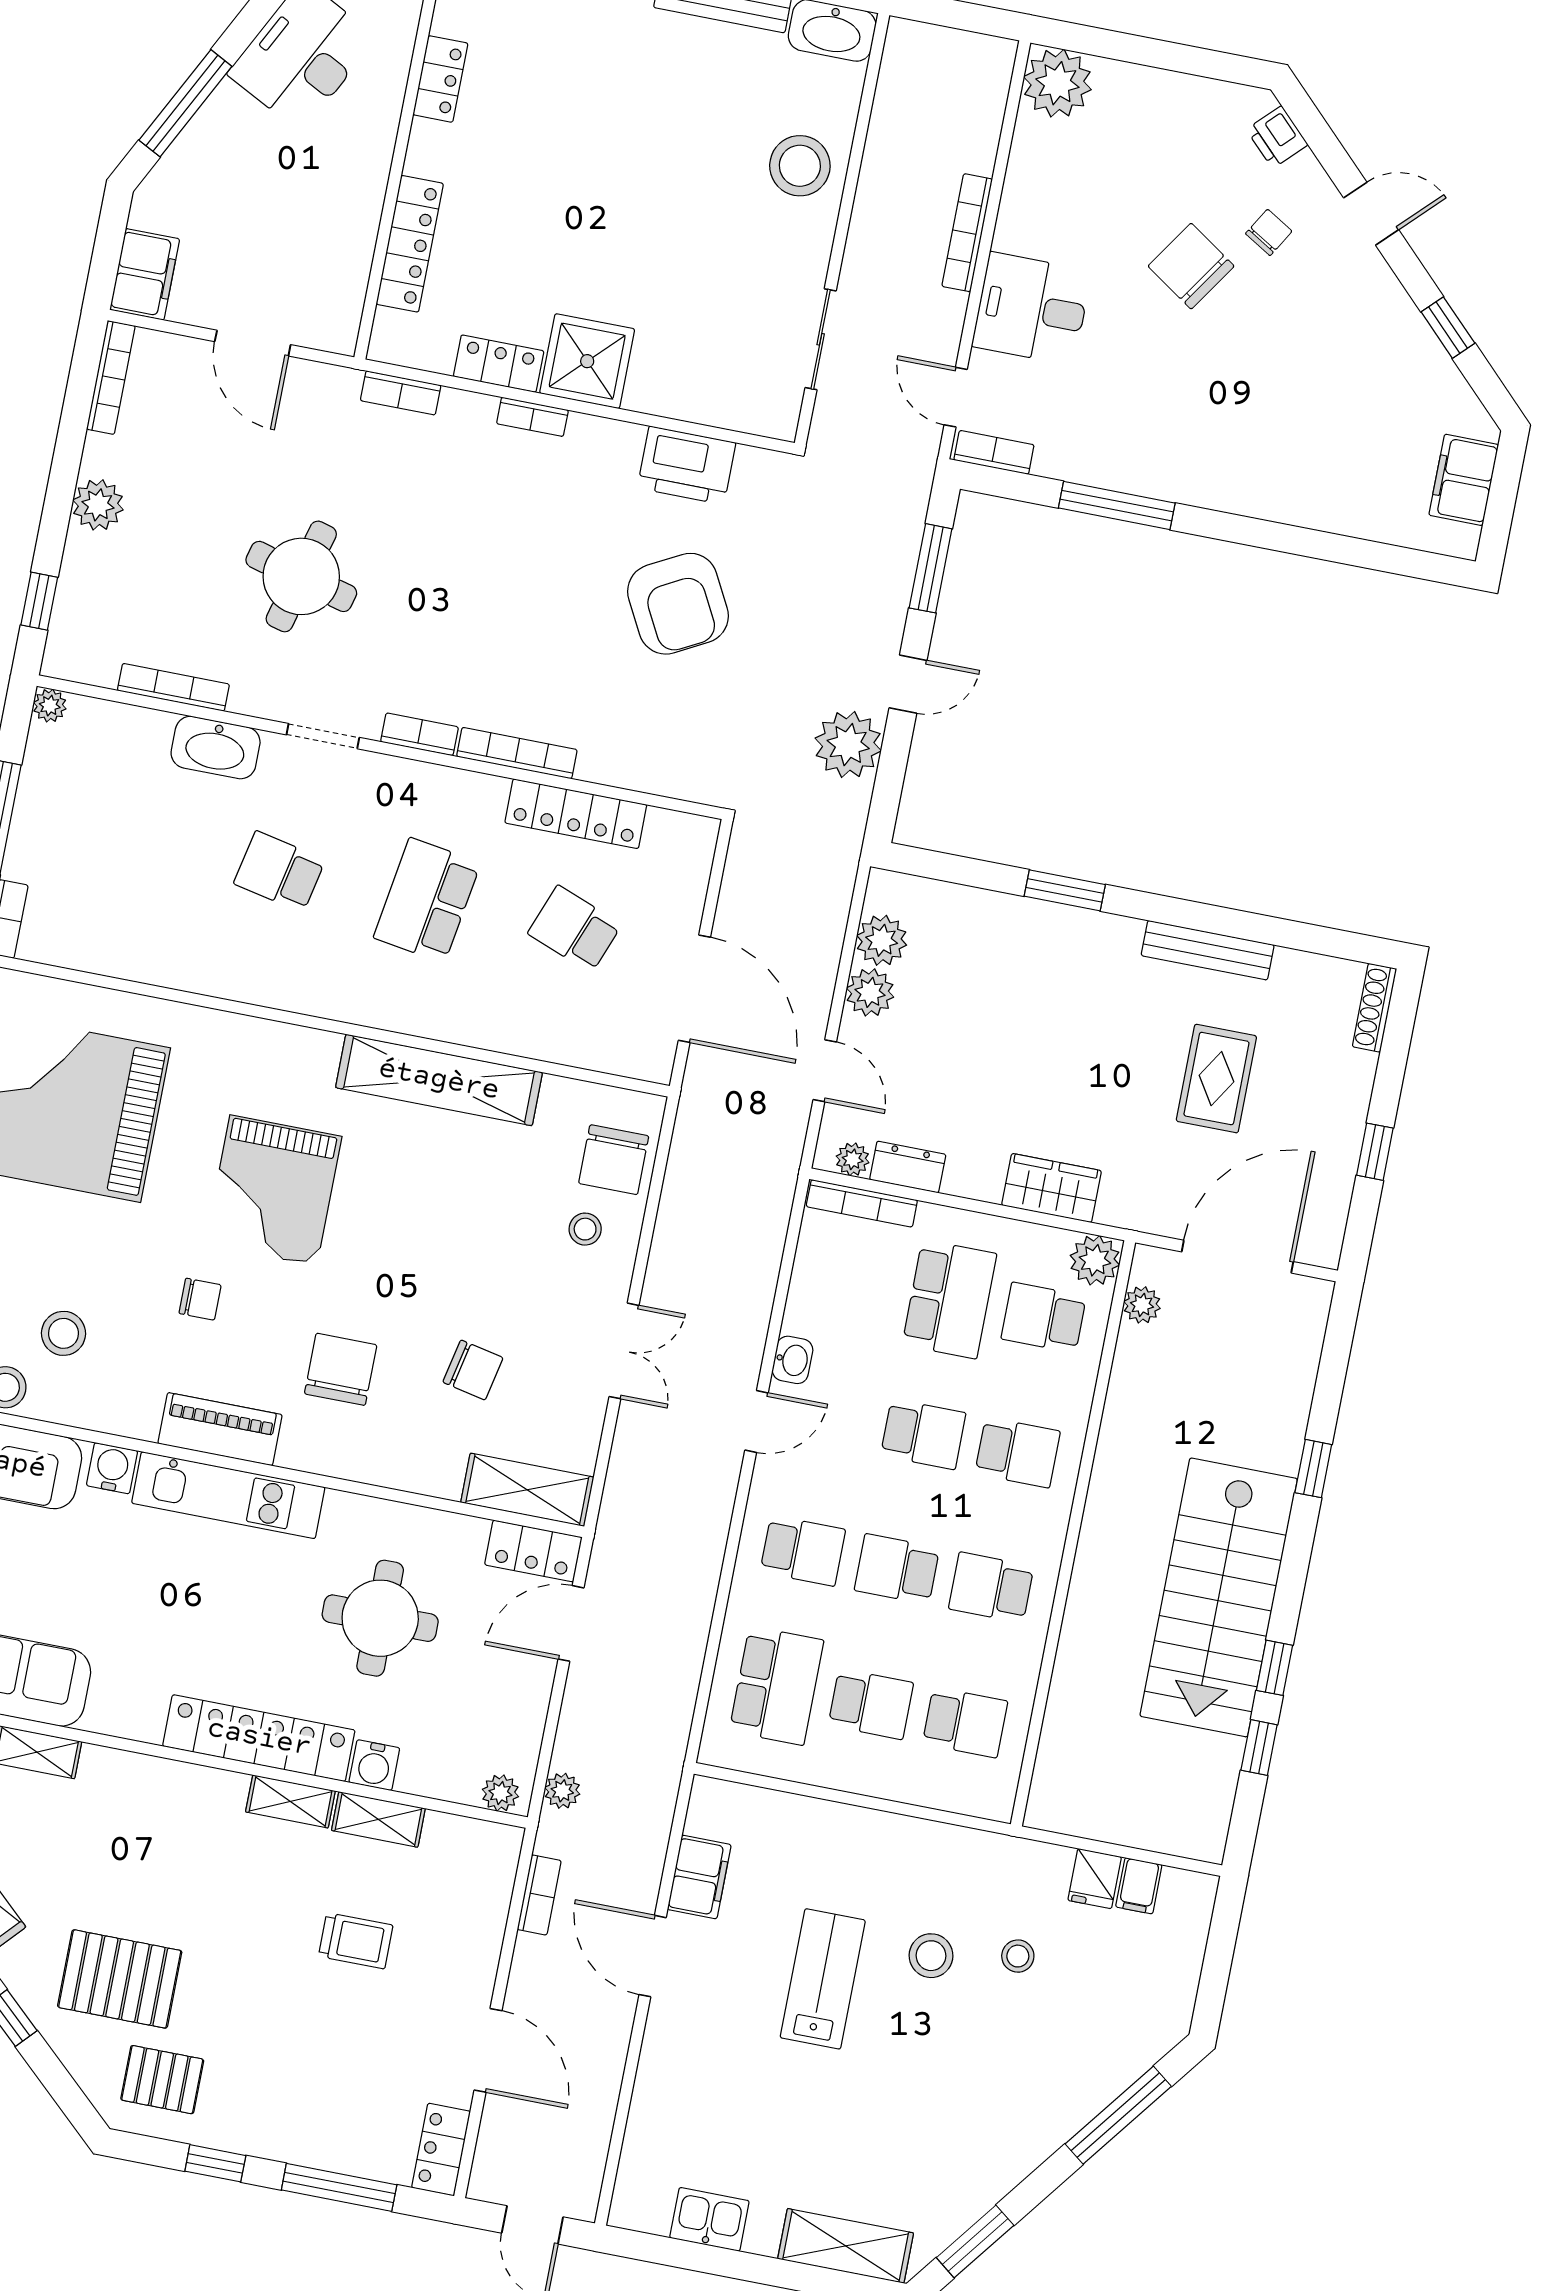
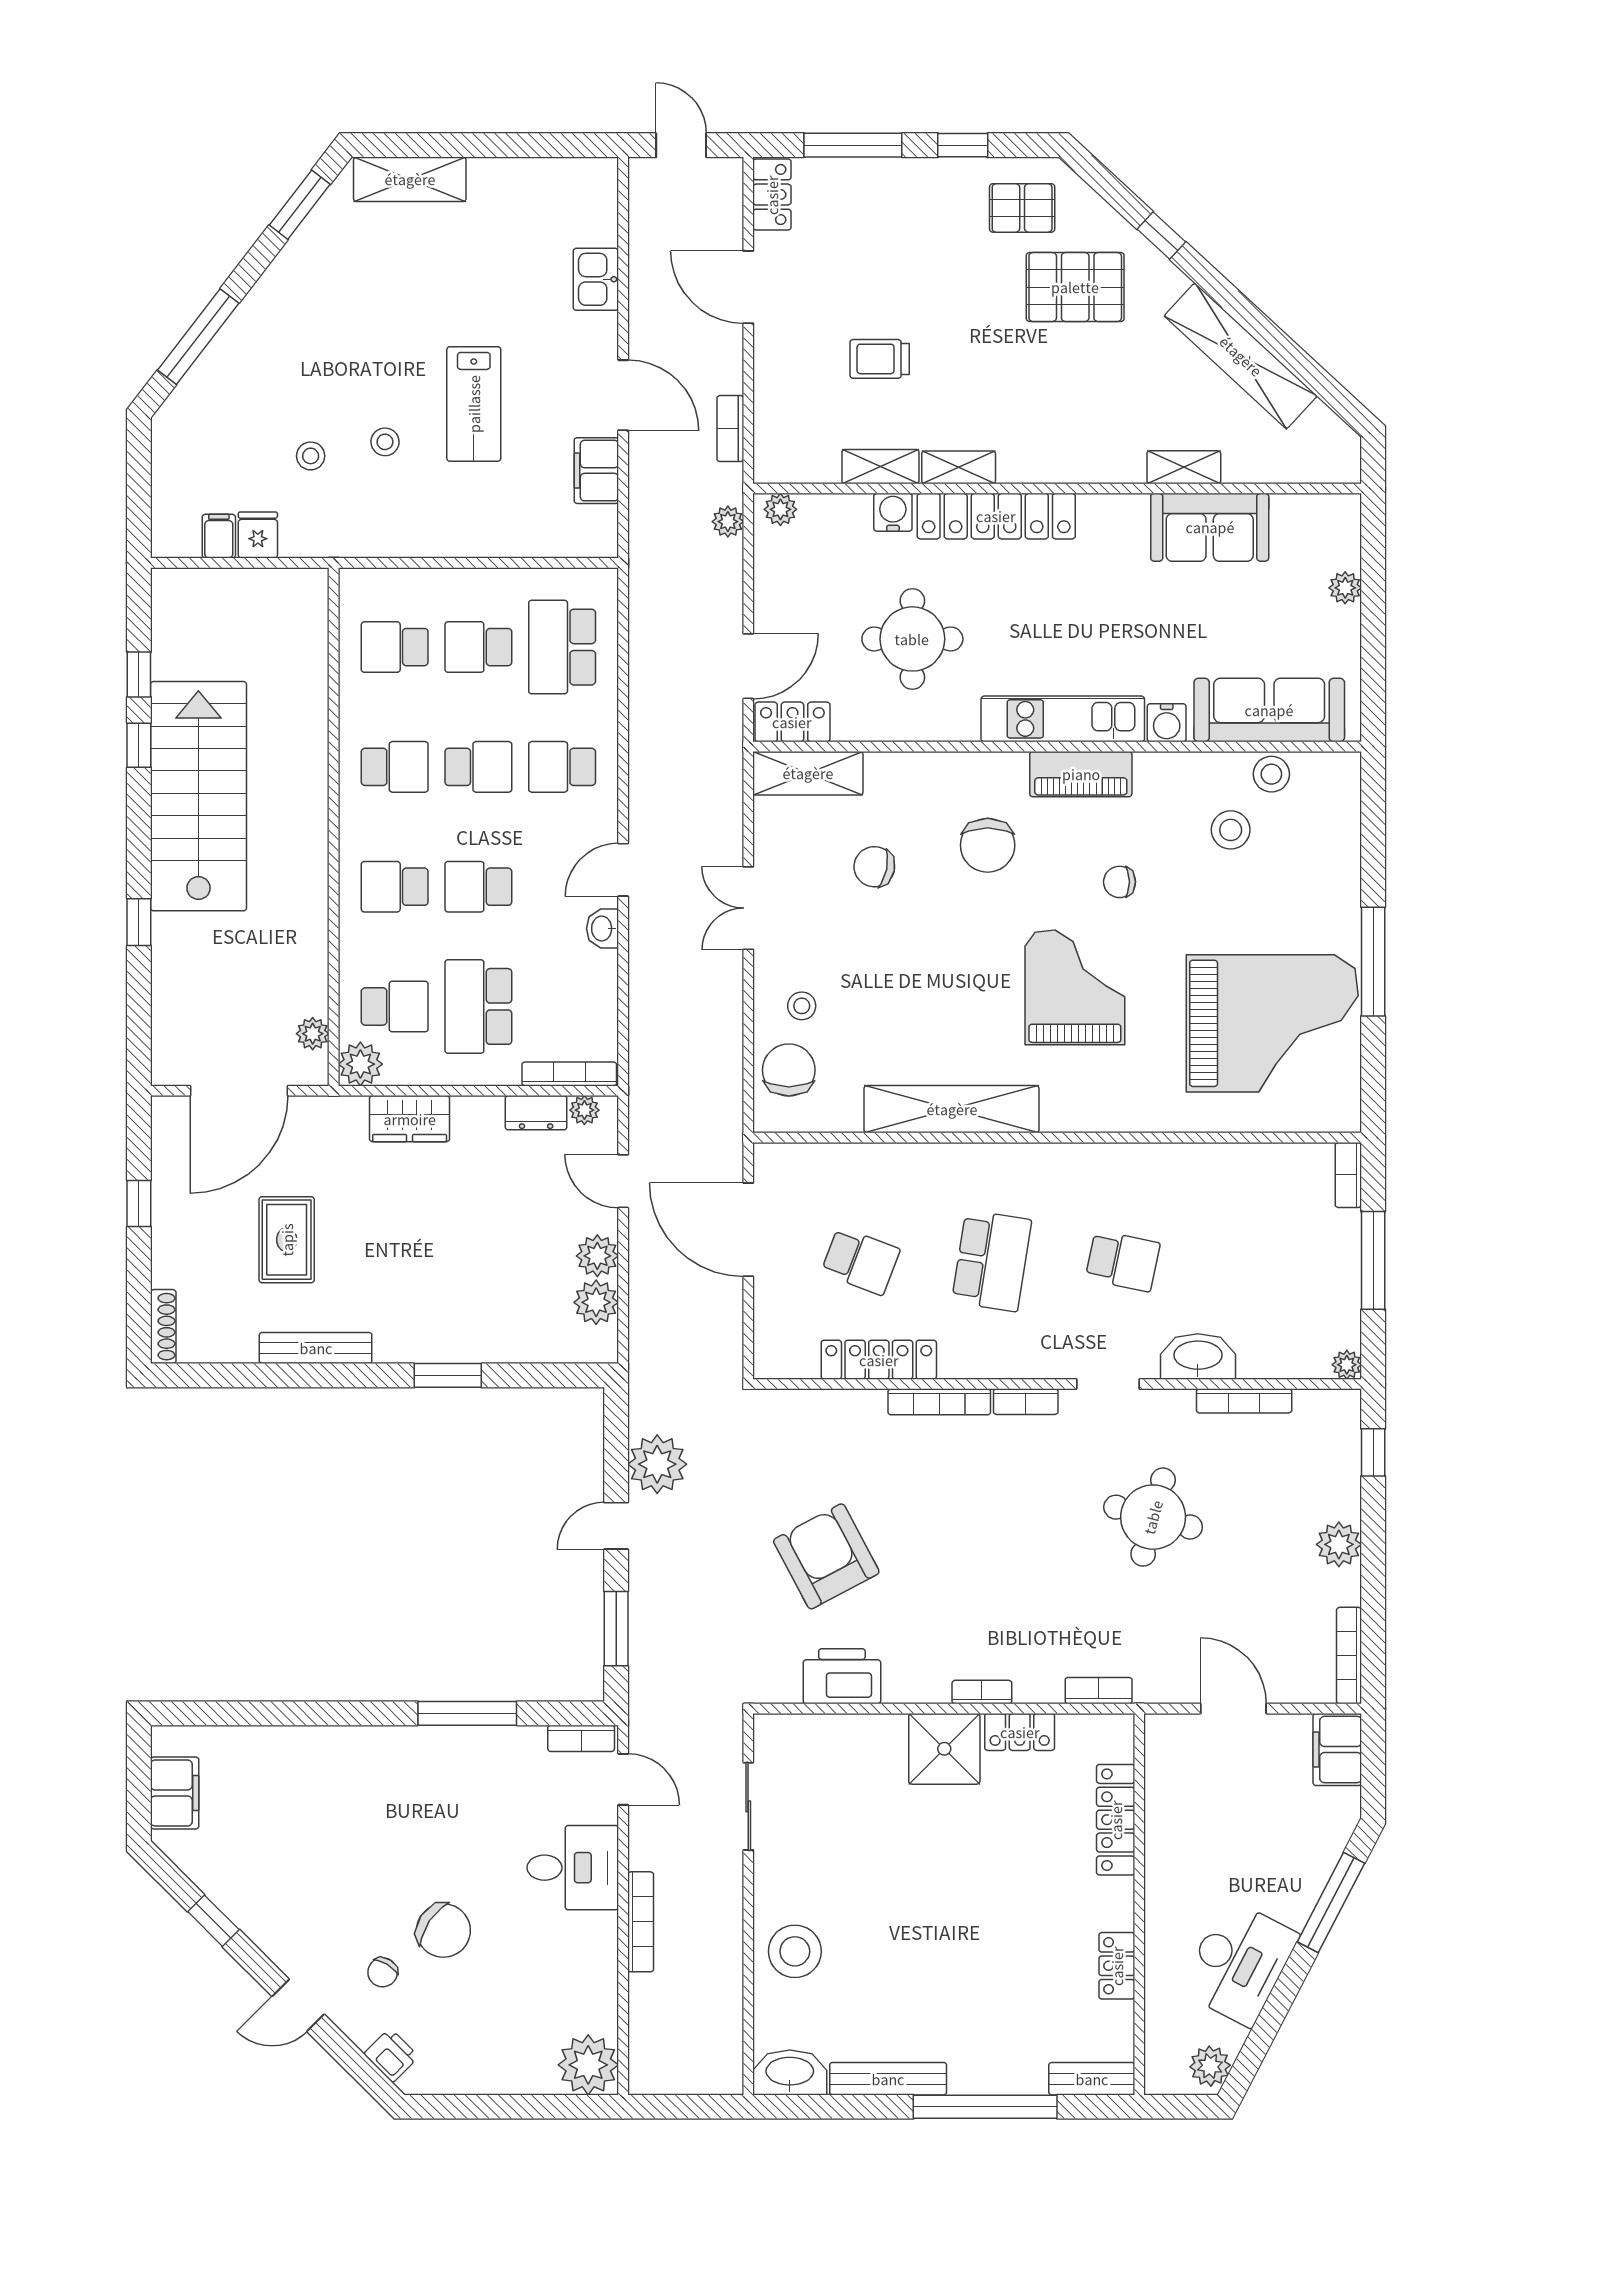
stool: (931, 1956) -> (385, 442), width x0.73, depth x0.73
kitchen sink: (709, 2219) -> (596, 279), moved, turned 90

